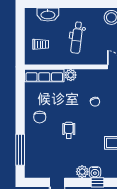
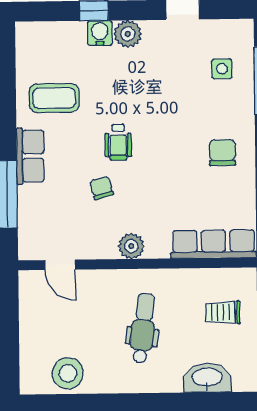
plant: (71, 75) -> (131, 246), moved
wheelchair: (69, 130) -> (118, 142), moved
side table: (40, 155) -> (222, 69), added

